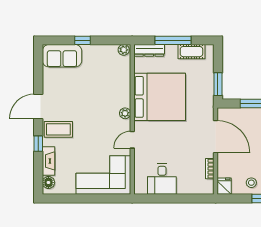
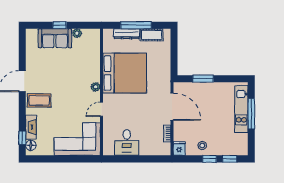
plant: (124, 50) -> (77, 33), moved
dresser: (149, 50) -> (127, 34), moved
sofa: (62, 56) -> (55, 38), moved
window: (218, 84) -> (174, 62), removed
window: (38, 144) -> (22, 138), moved

